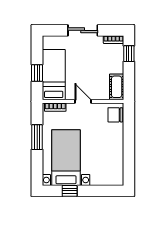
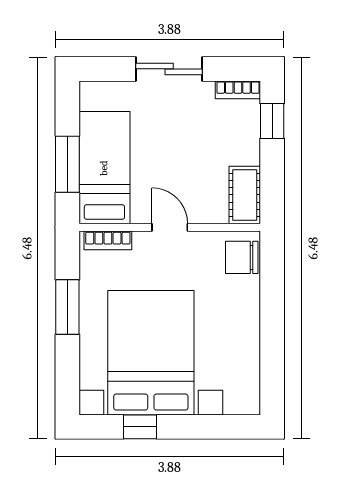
window: (37, 73) -> (67, 164), width x1.50
bed with nightstands: (66, 158) -> (151, 353), width x1.36

